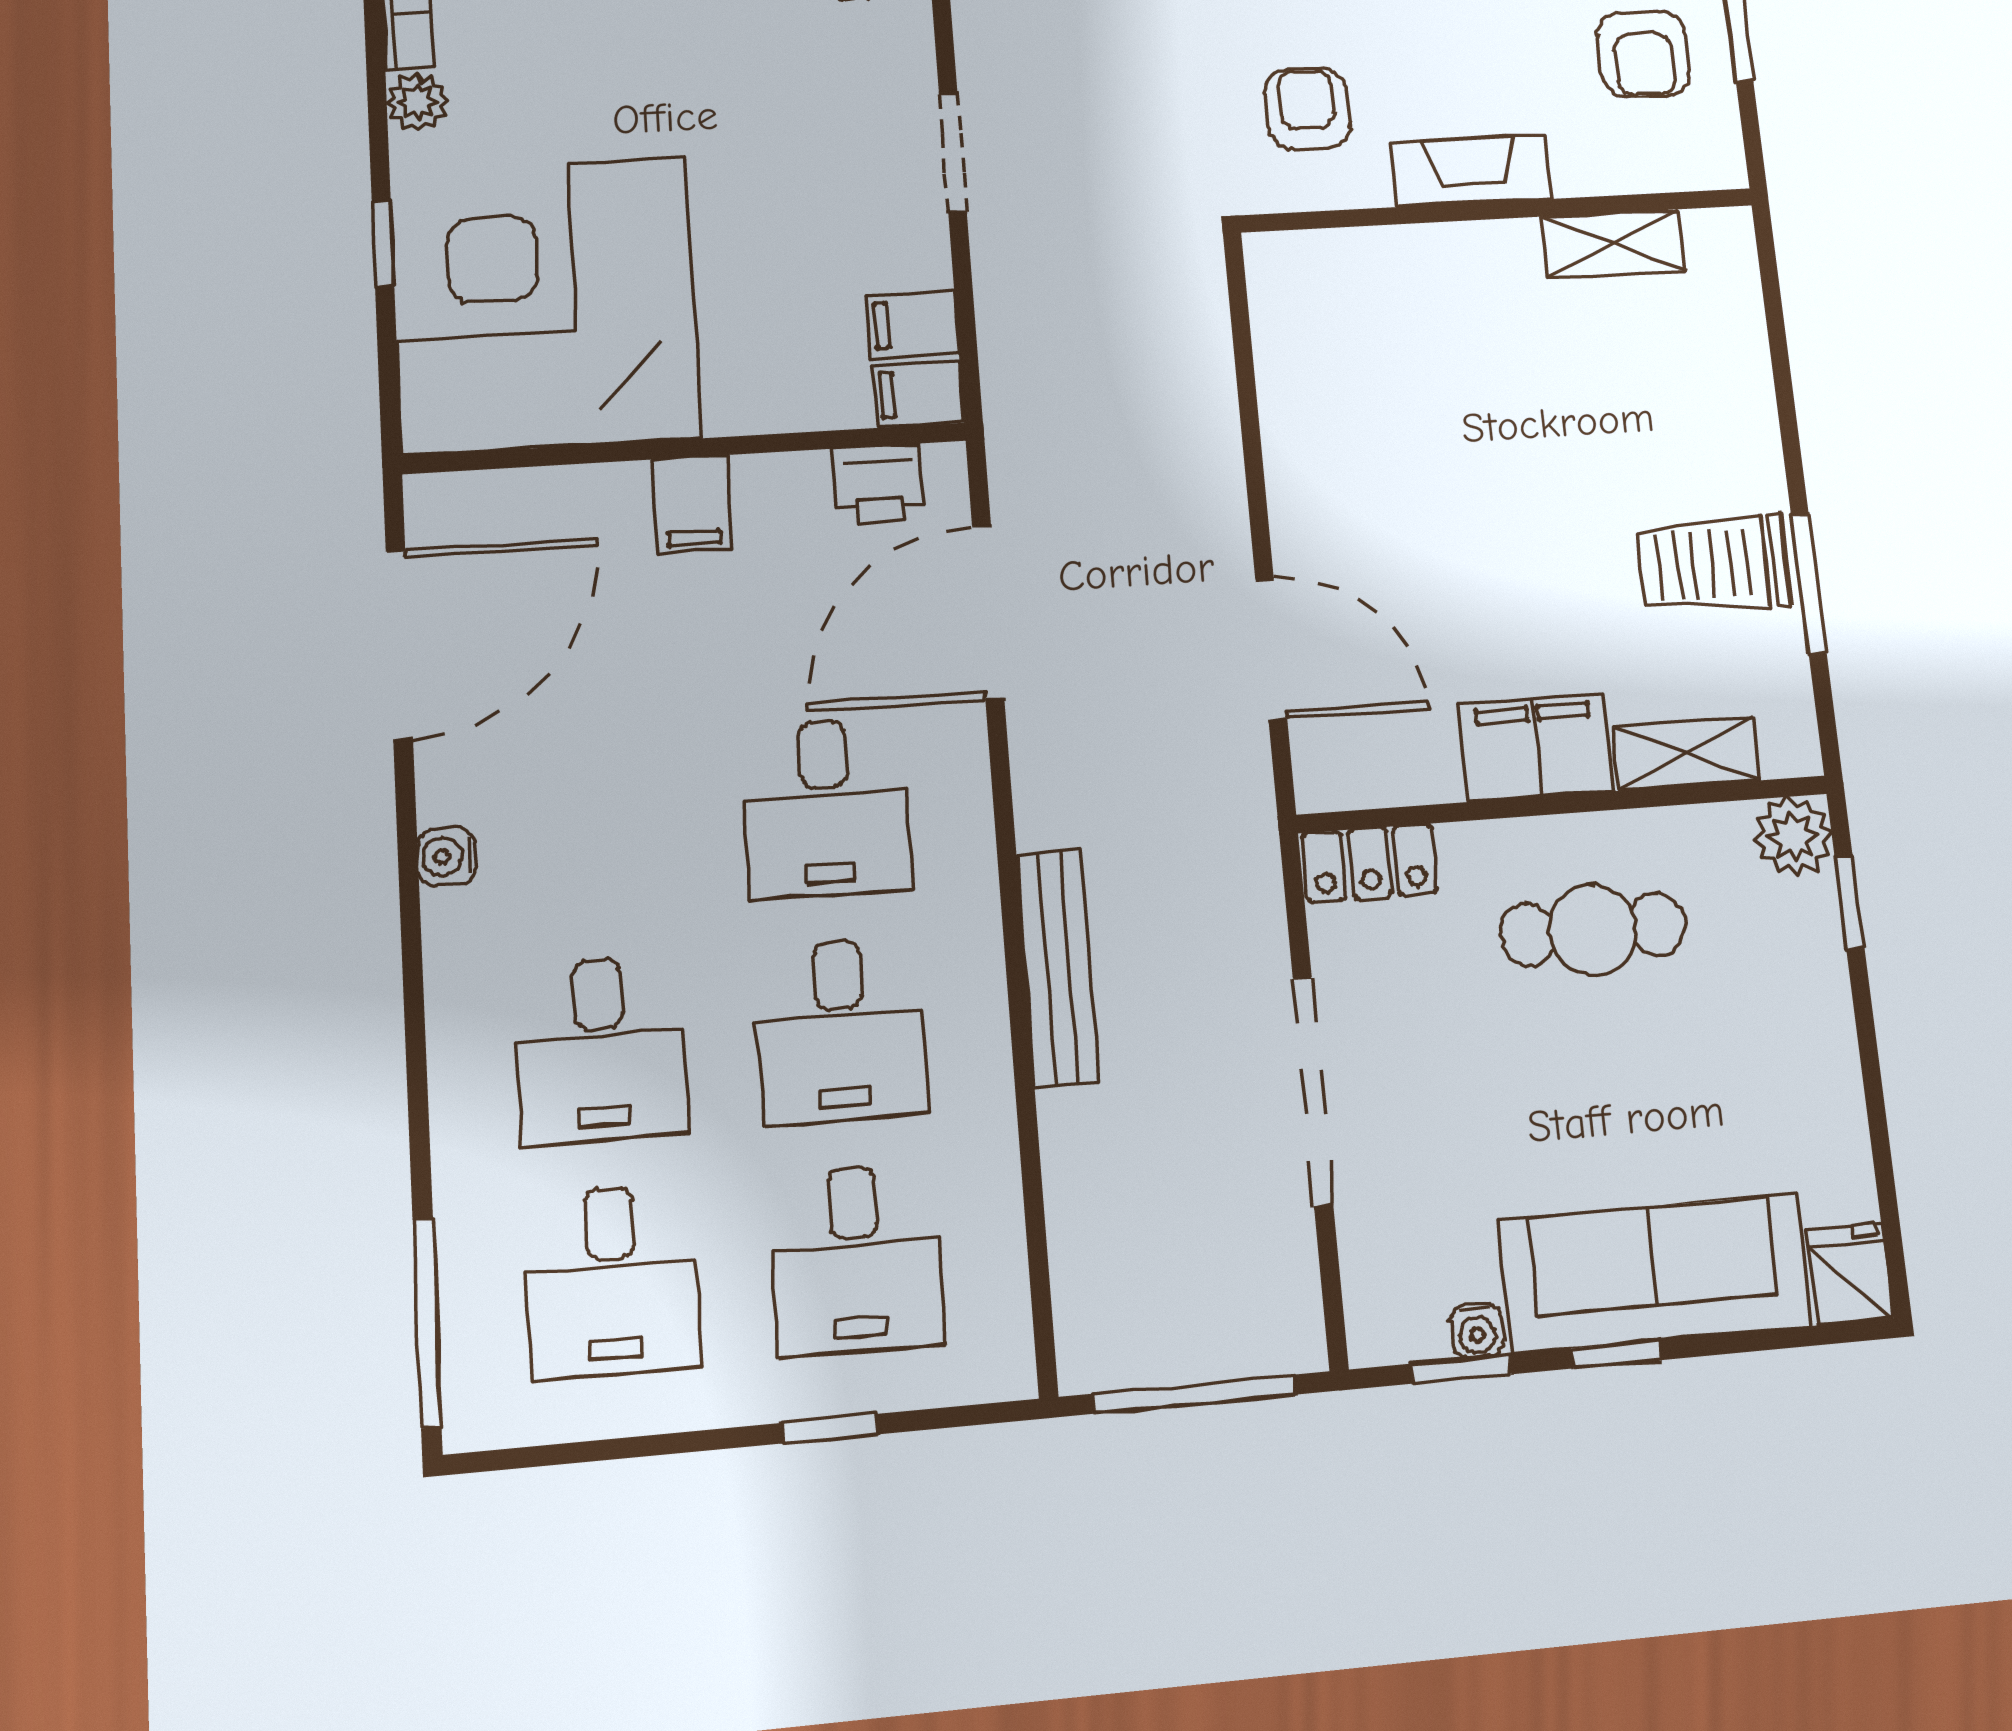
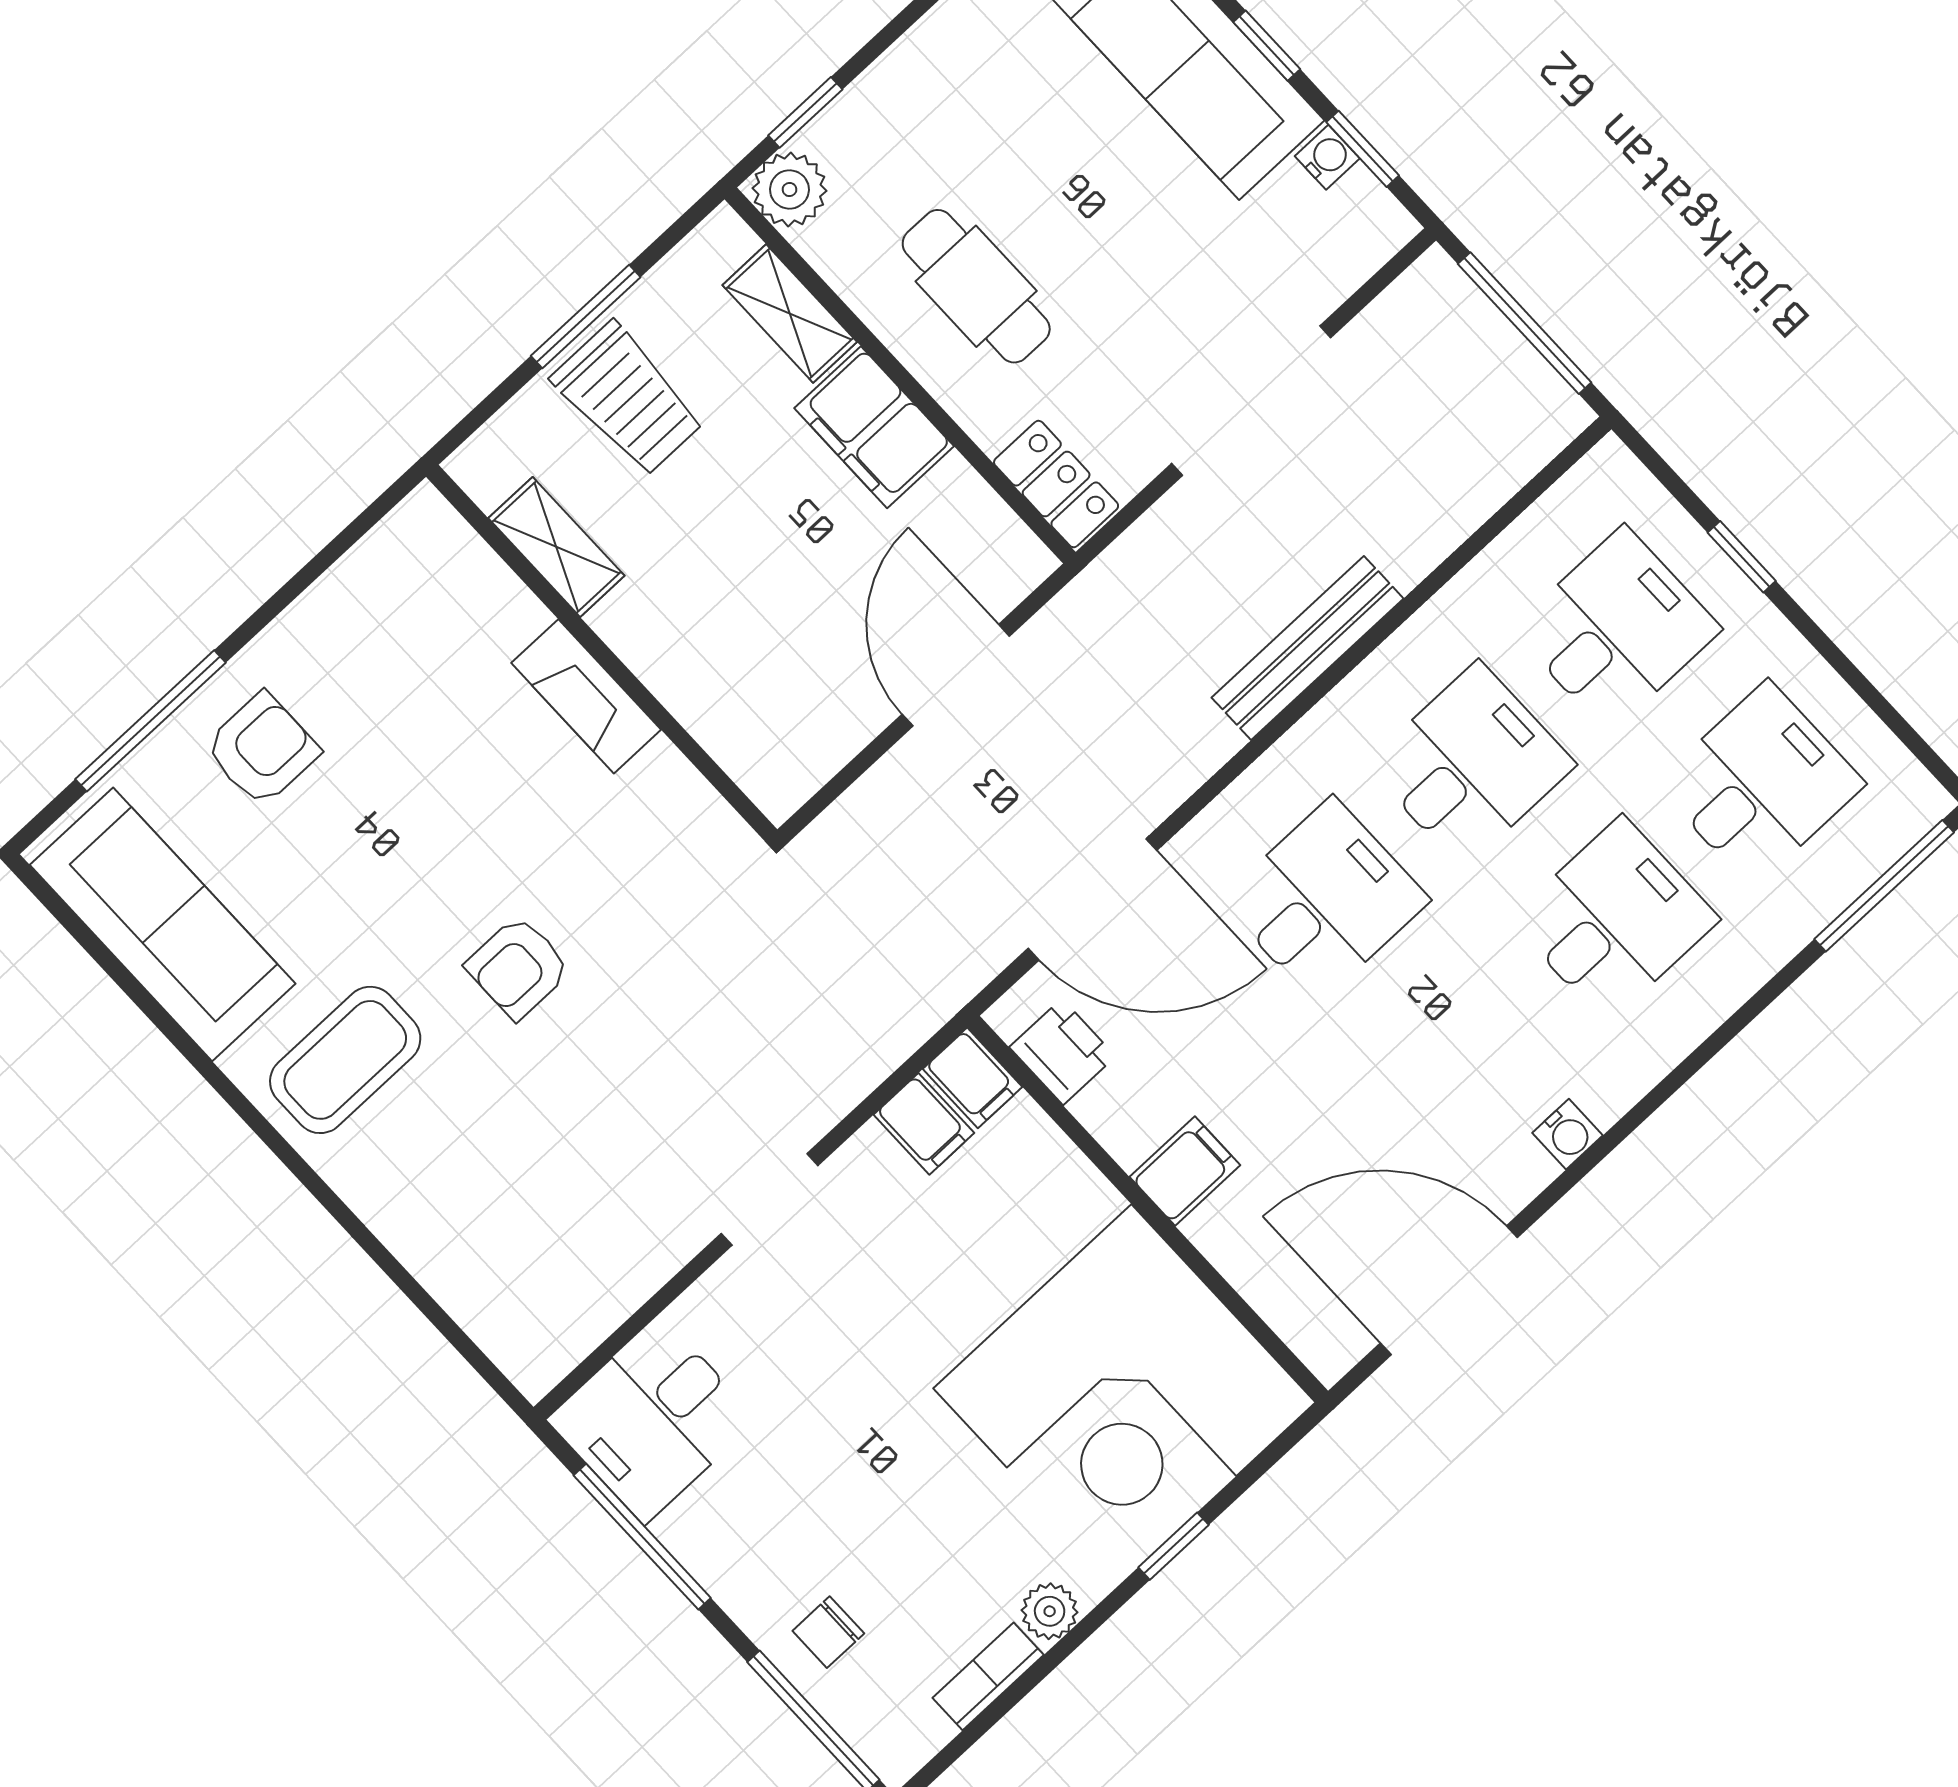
fireplace: (1471, 171) -> (586, 696), moved
wall: (1498, 210) -> (602, 653), moved
shelving: (1613, 243) -> (556, 547), moved

